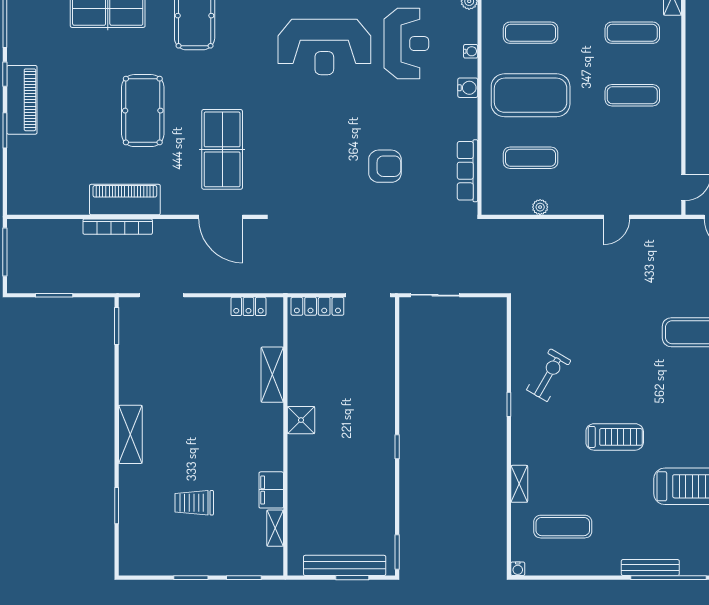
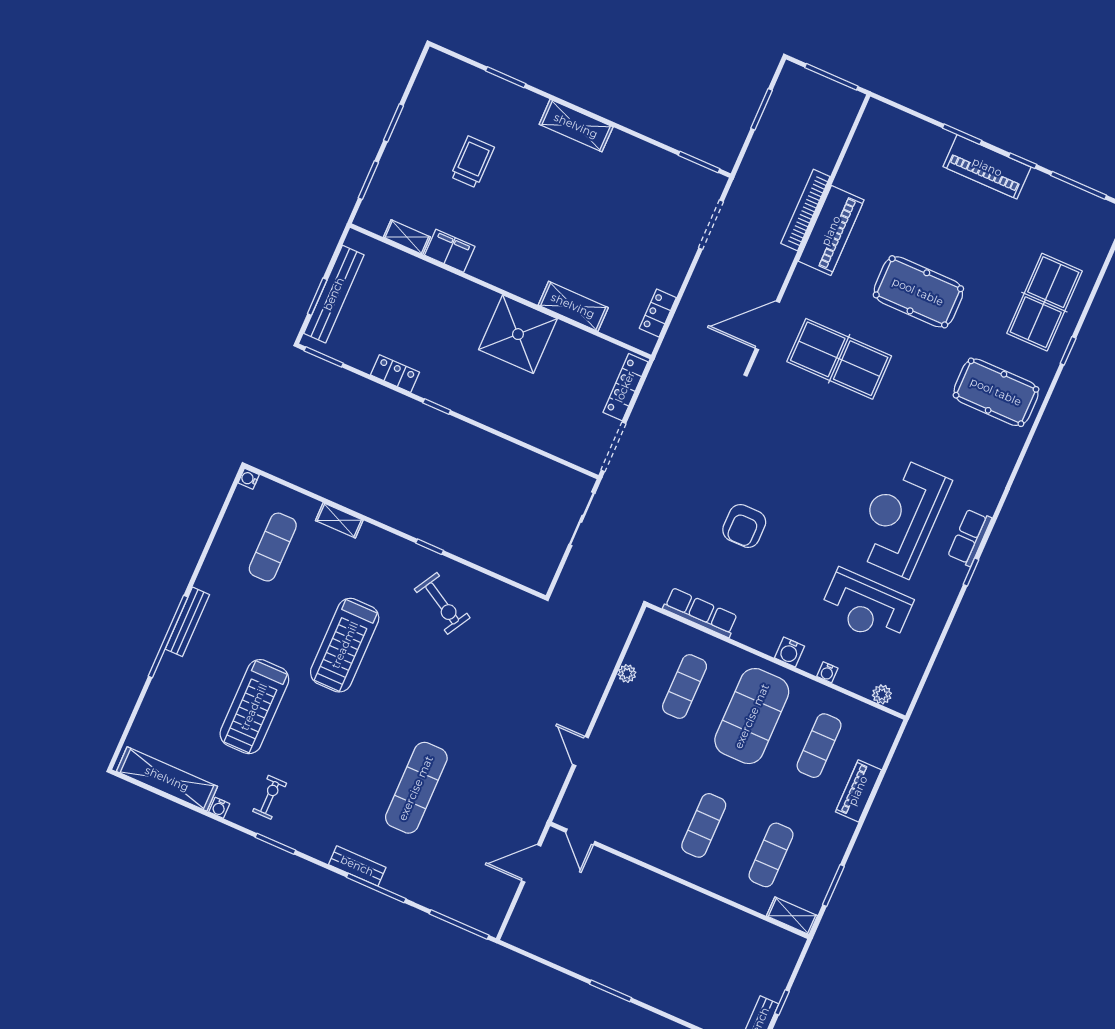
shower: (301, 420) -> (518, 334), width x1.86, depth x1.86
treadmill: (615, 437) -> (345, 645), width x1.37, depth x1.37
locker: (386, 491) -> (395, 374), added

